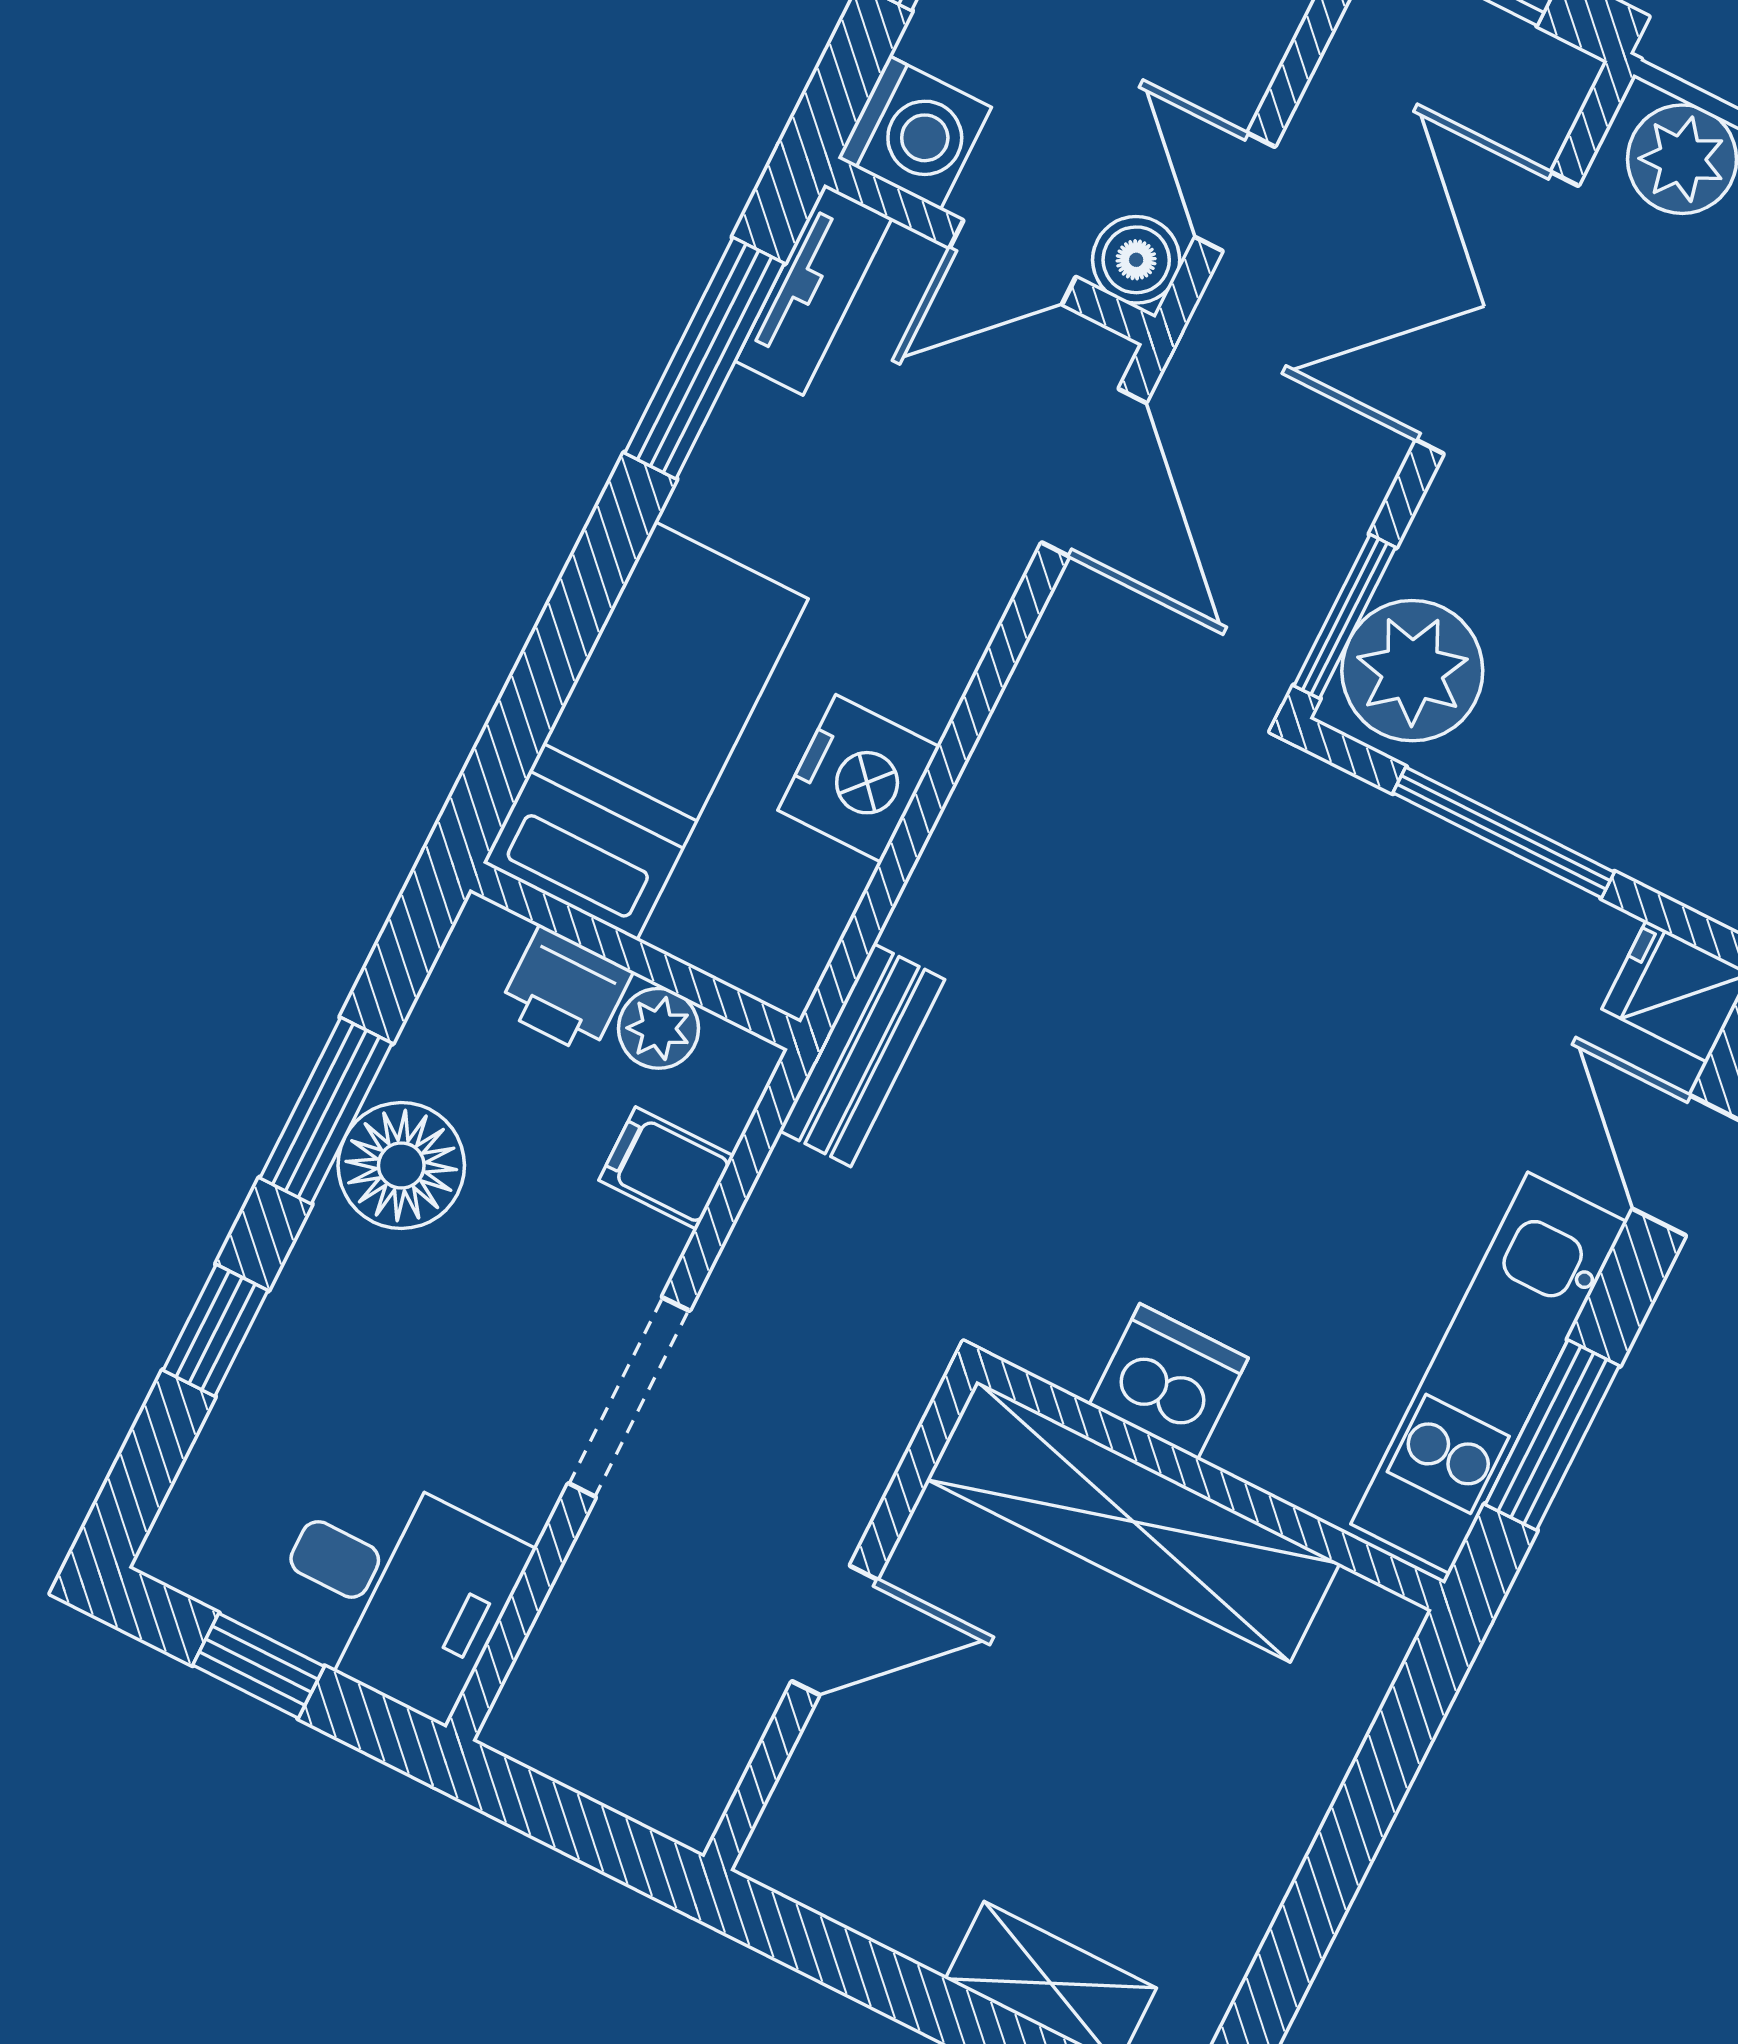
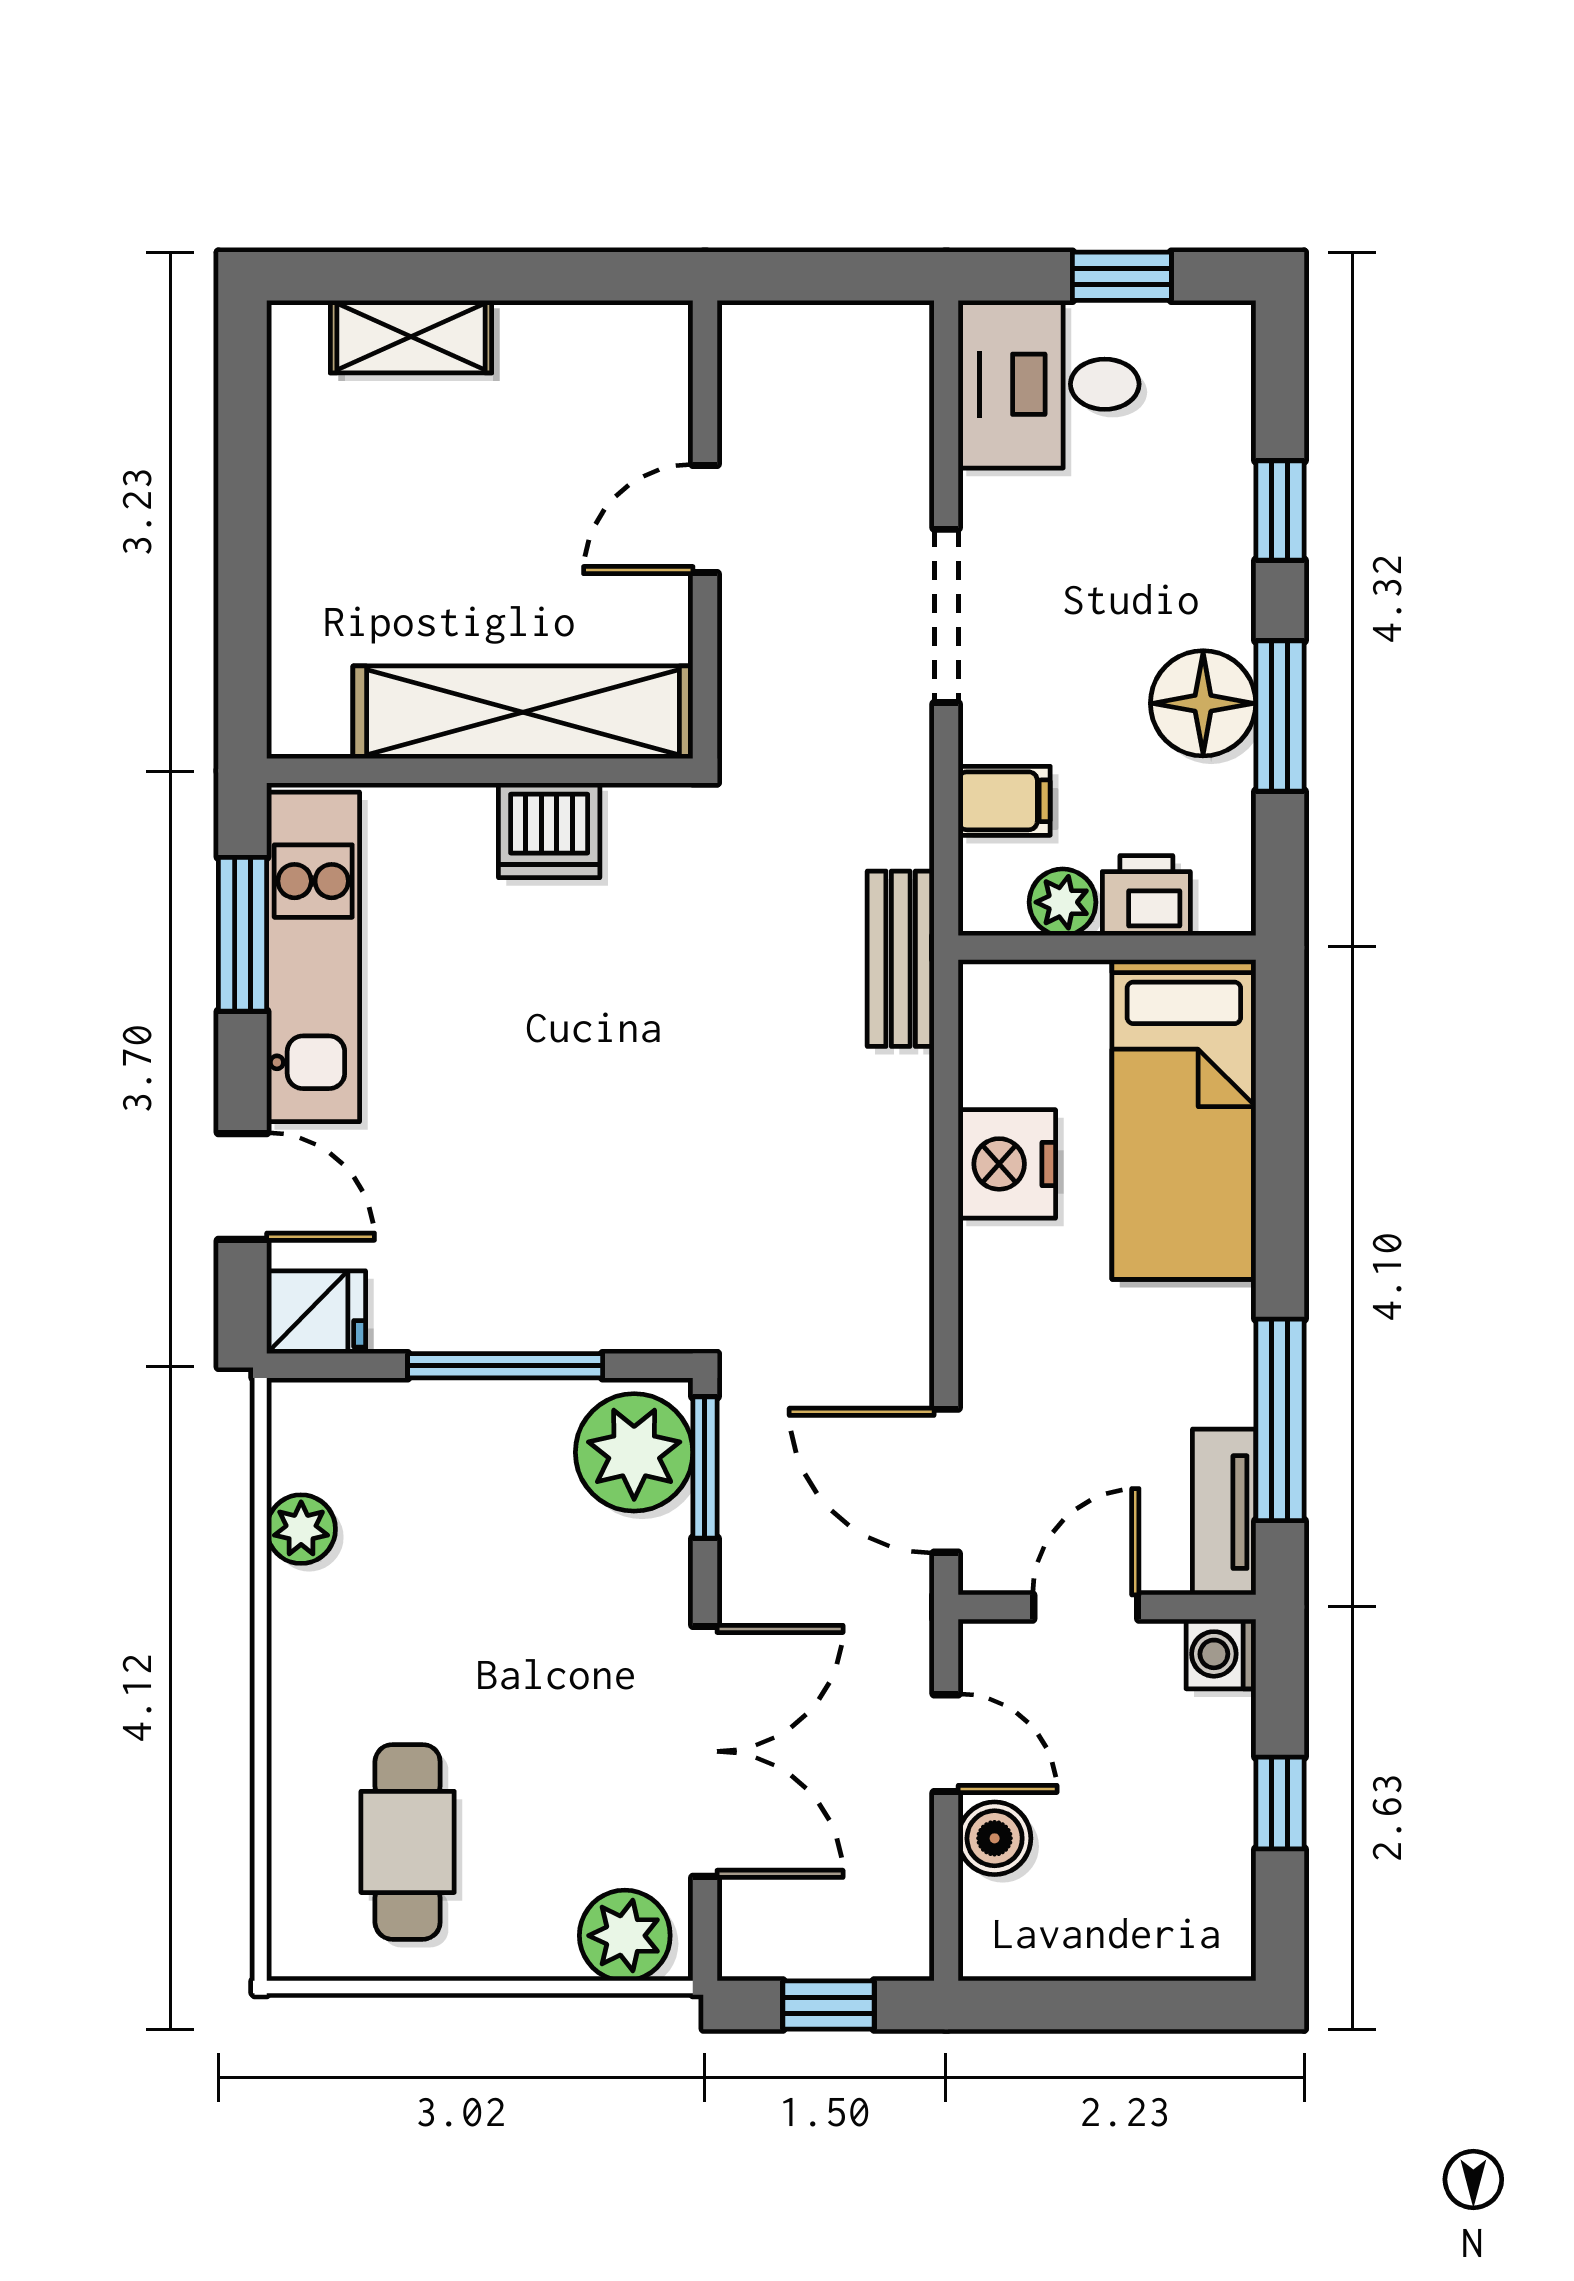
washing machine: (915, 133) -> (1221, 1654), width x0.73, depth x0.73
boiler: (1136, 260) -> (995, 1838), moved

